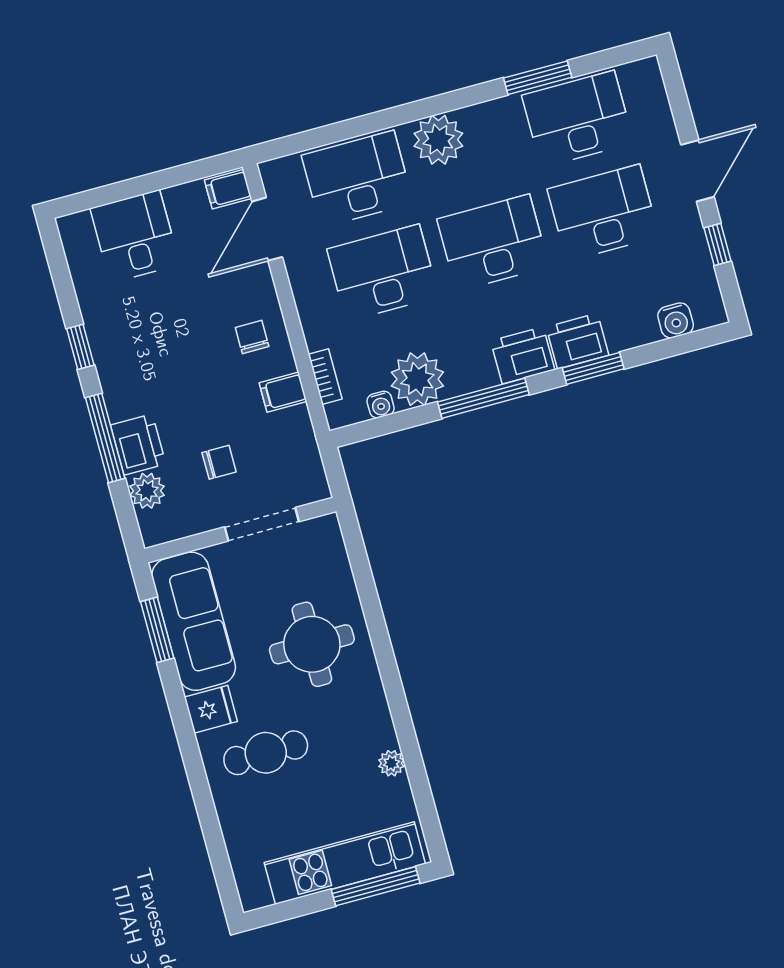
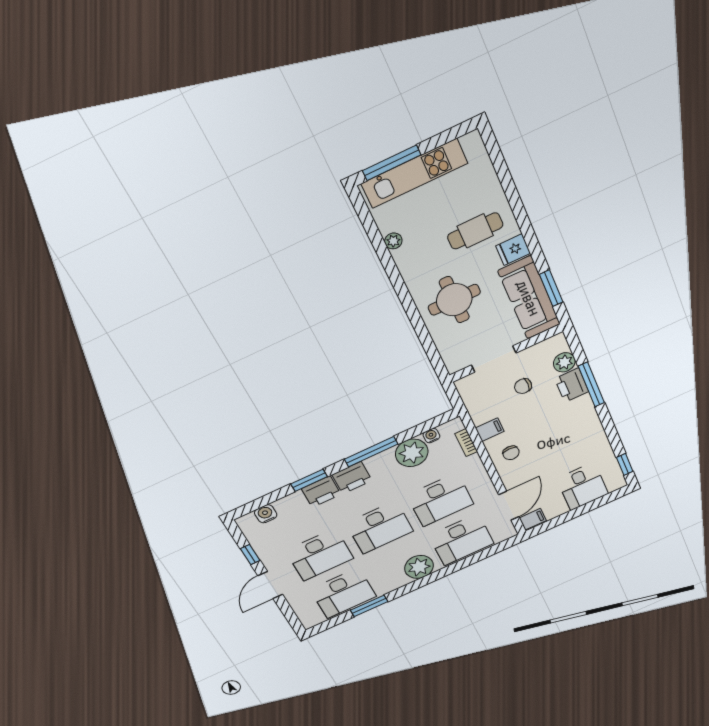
window: (80, 347) -> (625, 464), moved

